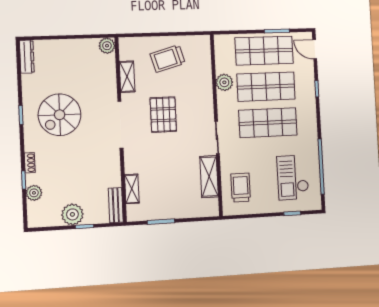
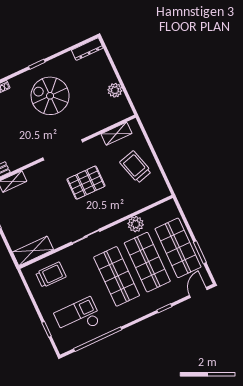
plant: (107, 46) -> (115, 90), moved
shelving: (127, 77) -> (116, 134), moved
shelving: (209, 177) -> (33, 251), moved

